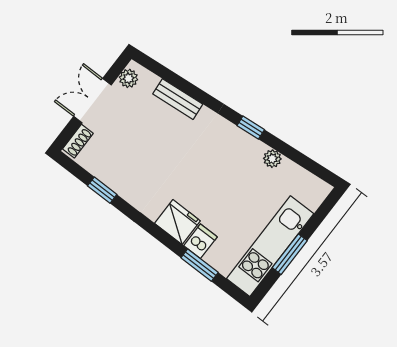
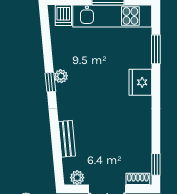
plant: (272, 159) -> (61, 76), moved
window: (102, 190) -> (156, 164), moved
dishwasher: (200, 241) -> (63, 15), moved, turned -90

